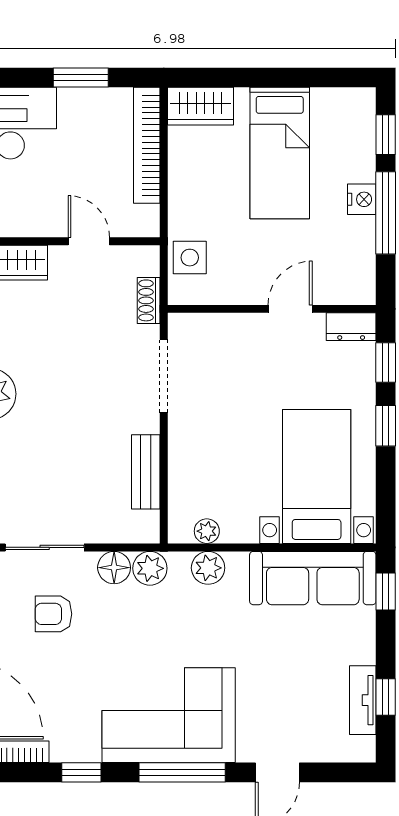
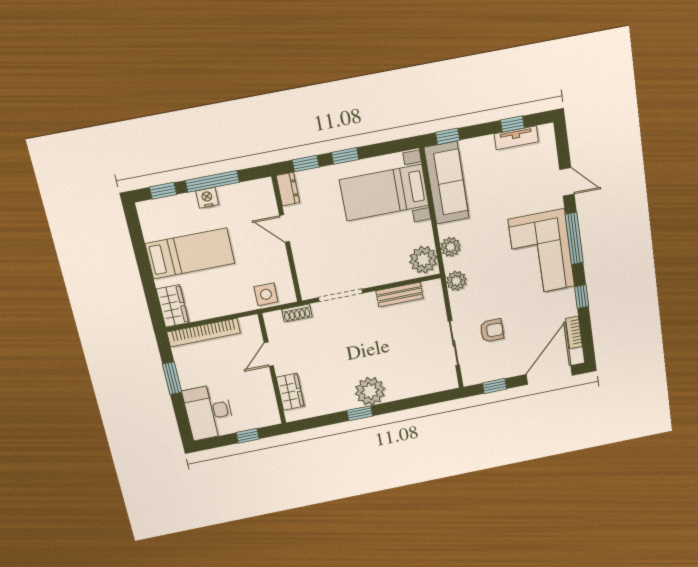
plant: (207, 531) -> (423, 260), width x1.88, depth x1.88
floor lamp: (114, 568) -> (459, 302), removed
armchair: (53, 614) -> (492, 330), turned -90

